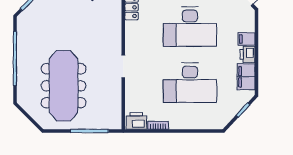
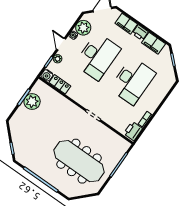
filing cabinet: (247, 39) -> (126, 24), width x2.00

